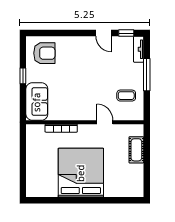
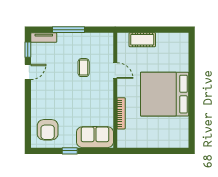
armchair: (44, 53) -> (48, 130), turned 180
coffee table: (126, 96) -> (84, 68), moved
door: (105, 122) -> (115, 71), swing flipped

